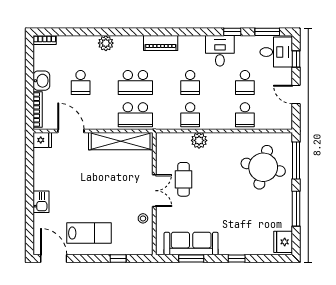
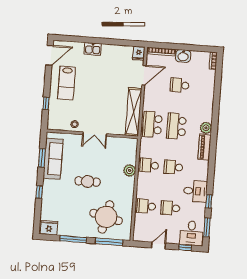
plant: (106, 43) -> (206, 128), moved
cafe table: (184, 179) -> (88, 181), moved

